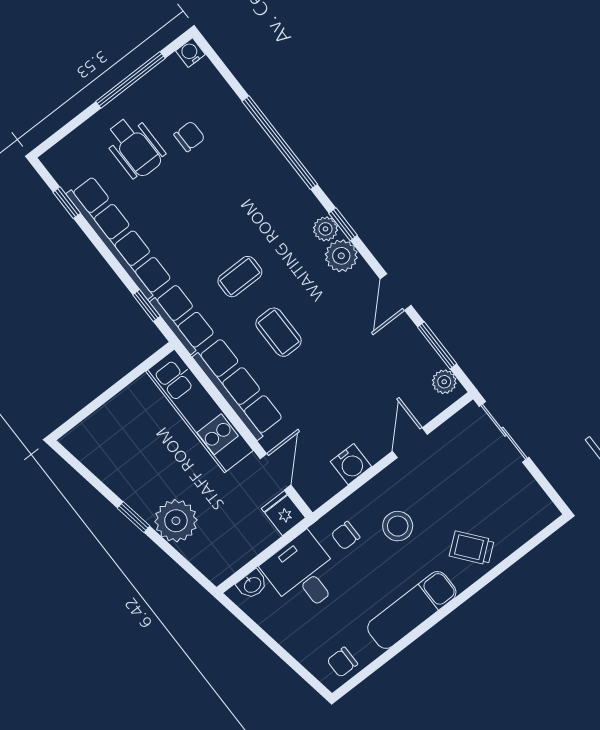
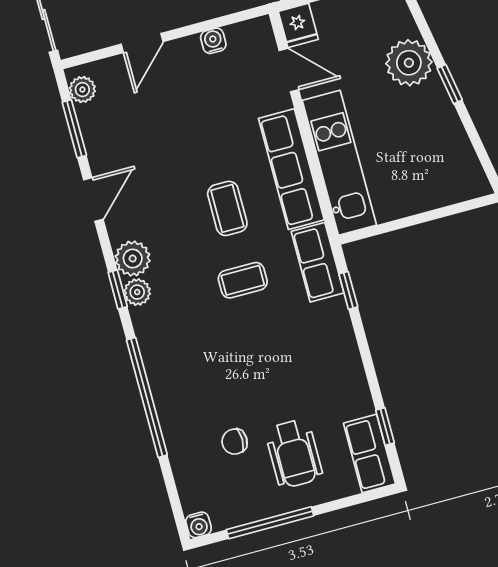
wheelchair: (135, 147) -> (294, 454), turned 180
row of seats: (119, 237) -> (369, 453), moved, width x0.50
water cooler: (351, 464) -> (213, 41), width x0.72, depth x0.72
door: (275, 472) -> (289, 70), swing flipped

